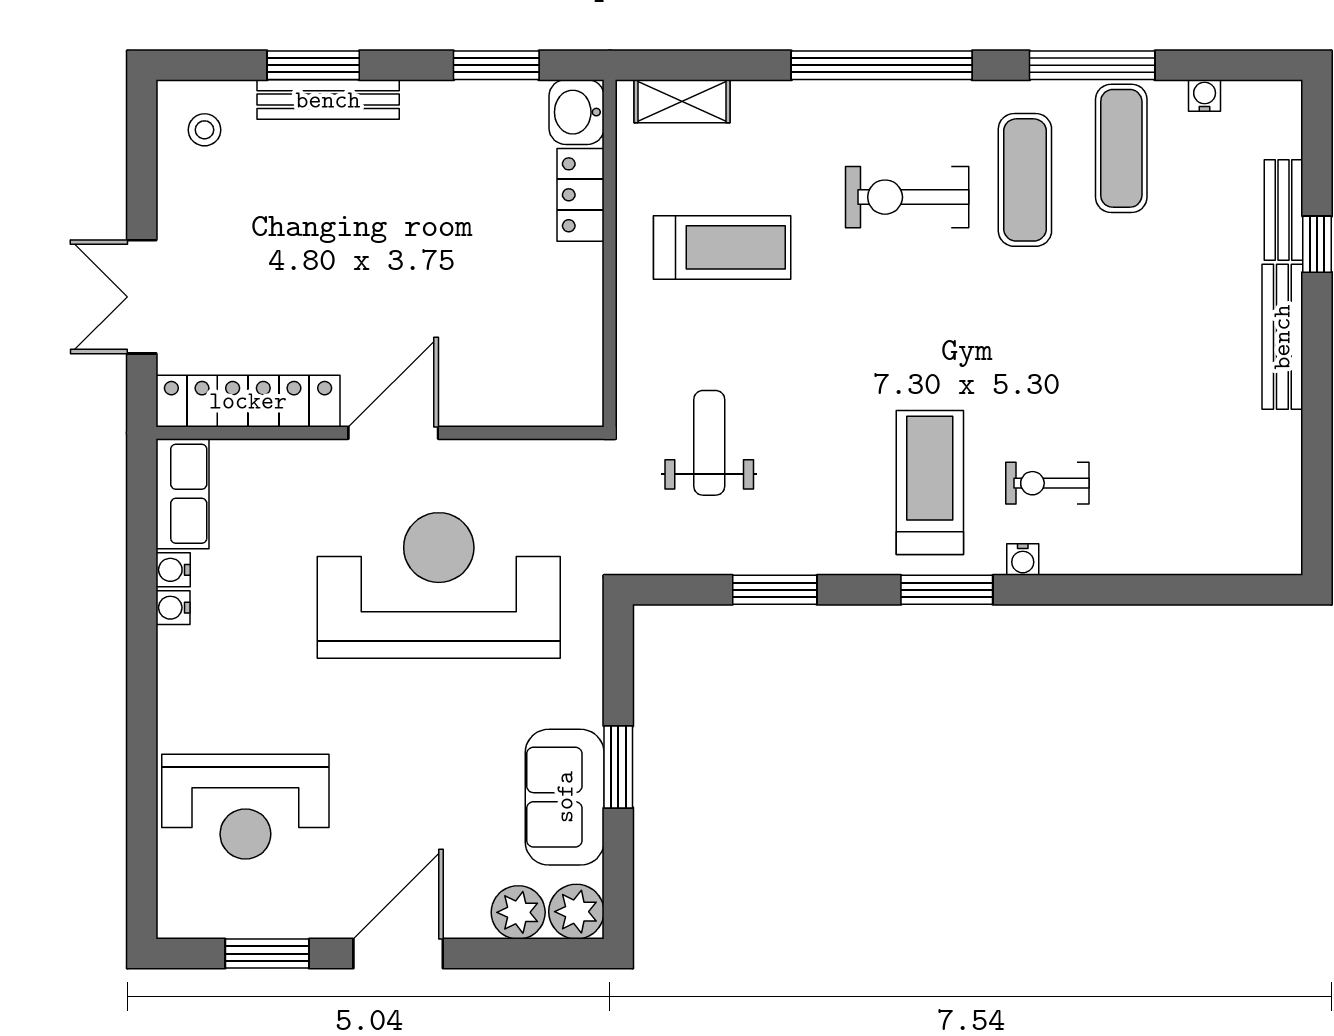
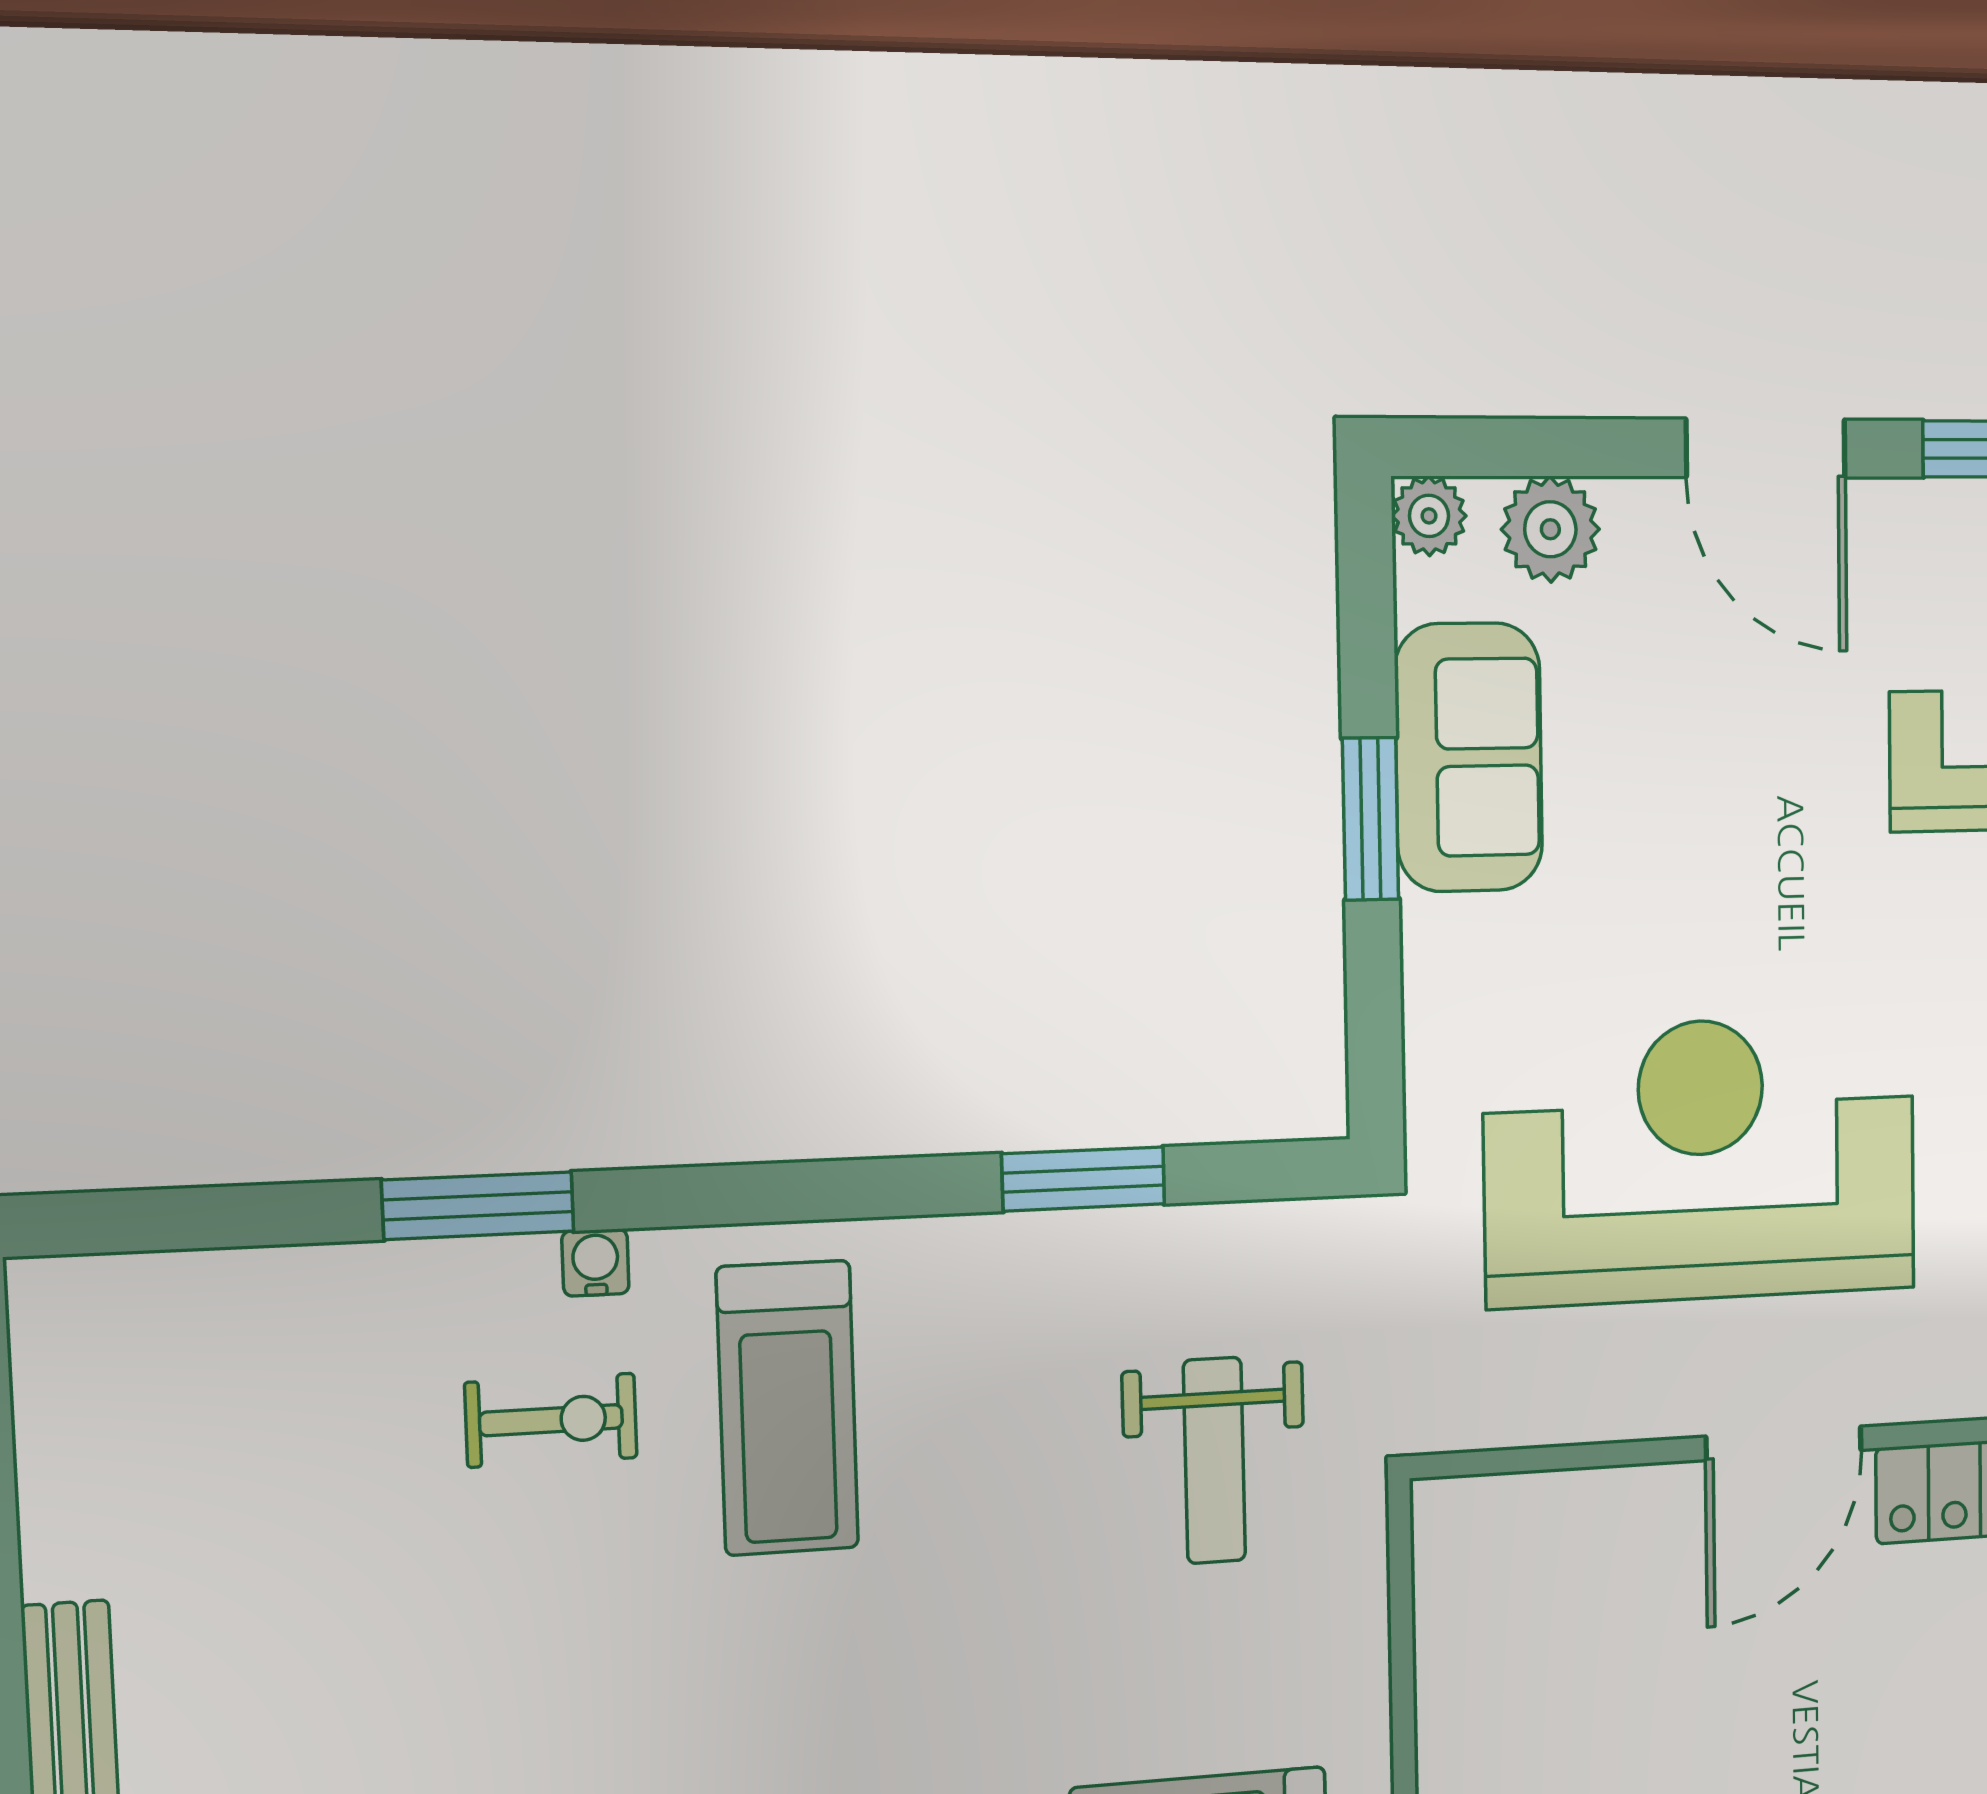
reception desk: (439, 585) -> (1701, 1160), turned 180
window: (947, 590) -> (478, 1206), moved
plant: (576, 912) -> (1429, 516), width x0.73, depth x0.73
door: (398, 954) -> (1766, 448), hinge flipped

